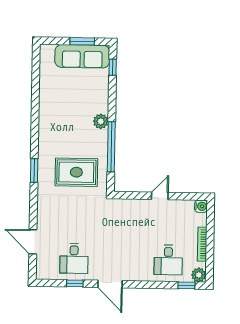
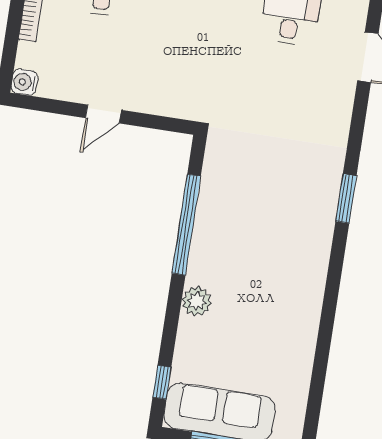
plant: (101, 121) -> (197, 301), moved
rug: (76, 172) -> (263, 184), removed

